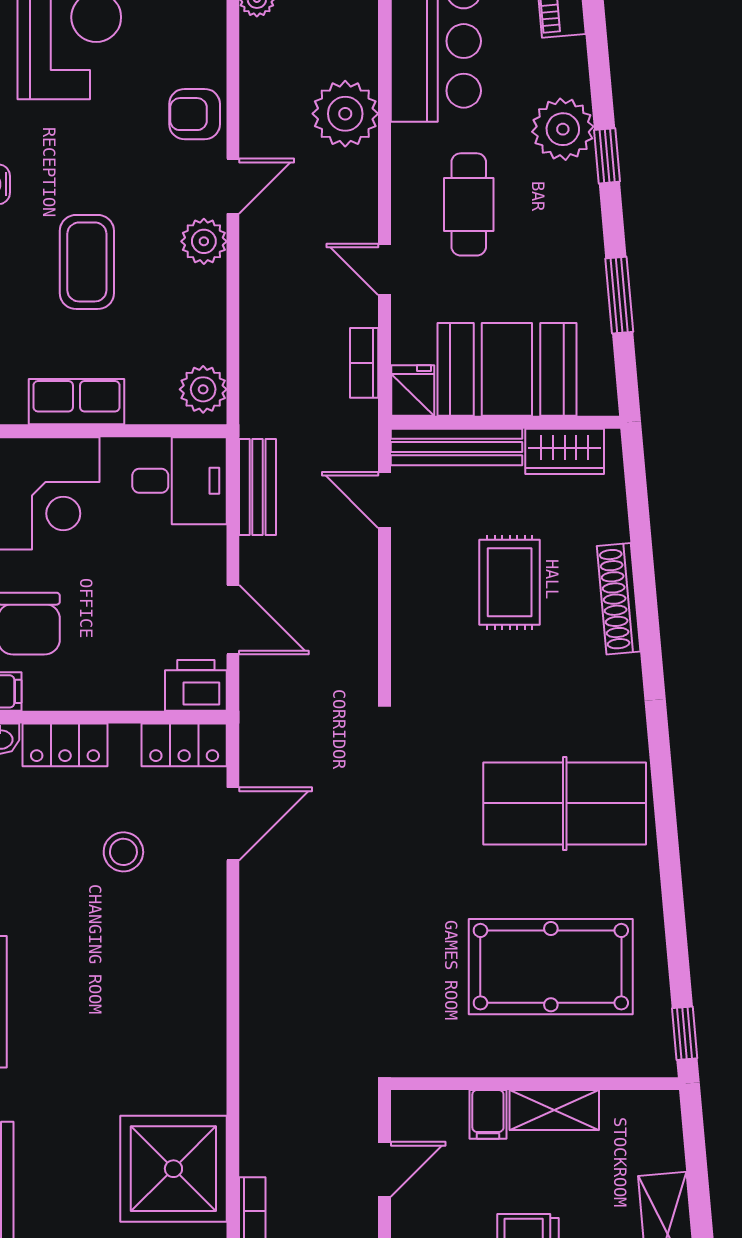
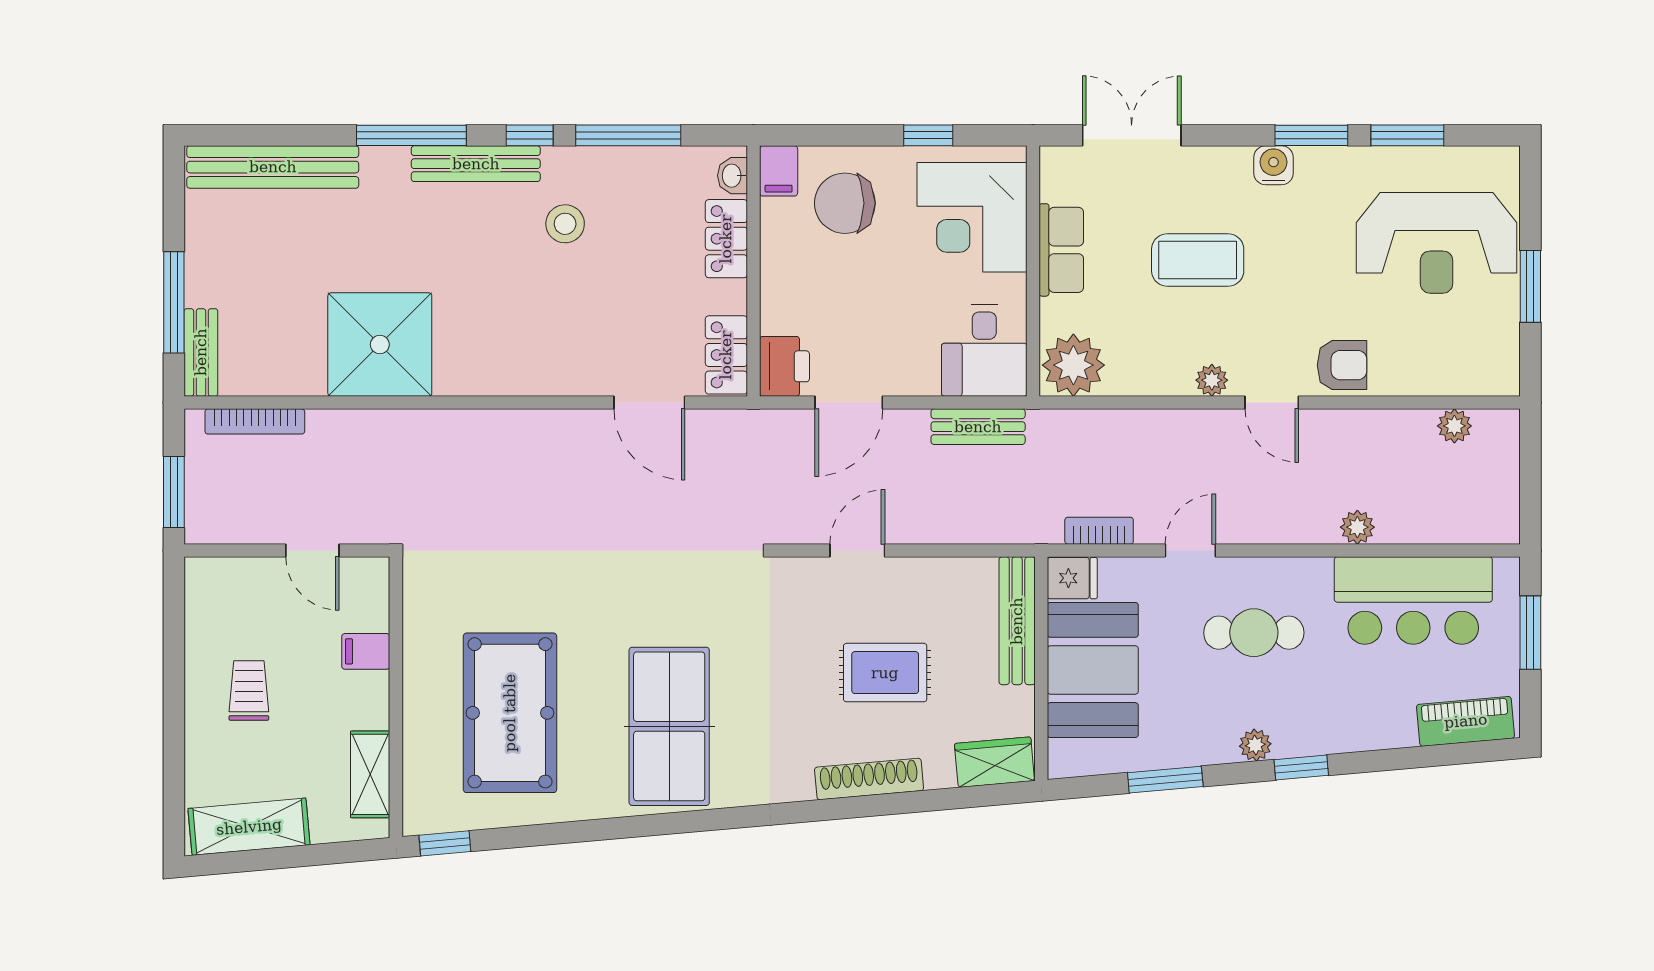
armchair: (195, 114) -> (1342, 365), turned 90
plant: (345, 114) -> (1357, 527), width x0.53, depth x0.53
plant: (563, 129) -> (1255, 745), moved, width x0.53, depth x0.53
plant: (204, 241) -> (1212, 380), width x0.73, depth x0.73
plant: (203, 389) -> (1073, 365), width x1.36, depth x1.36
wardrobe: (565, 451) -> (994, 762), moved, turned 85
door: (385, 500) -> (857, 551), moved
stool: (123, 852) -> (565, 224), moved
shelving: (554, 1110) -> (370, 774), moved
shower: (173, 1169) -> (380, 345), moved

